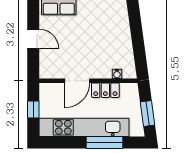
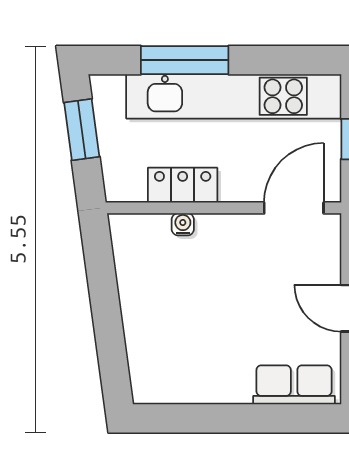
water cooler: (117, 74) -> (183, 224), moved
door: (77, 81) -> (294, 208), moved

